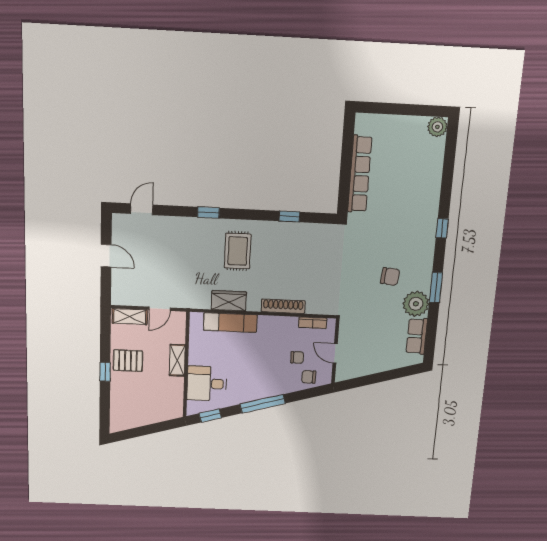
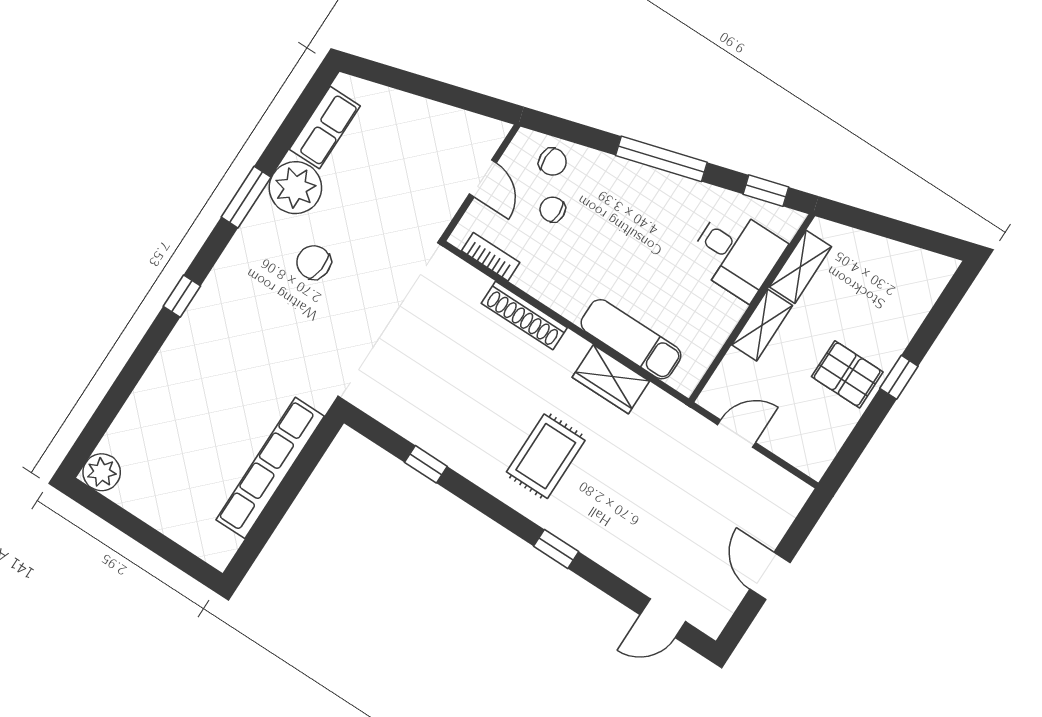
shelving: (130, 317) -> (800, 267), moved, turned 90

